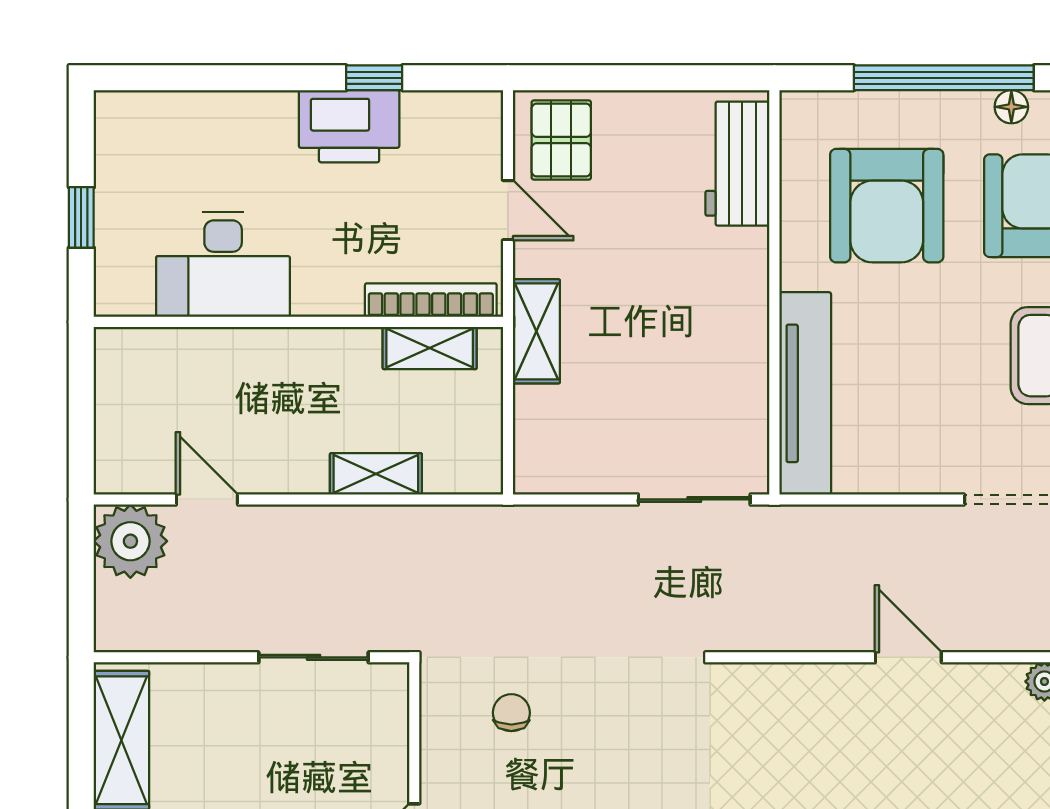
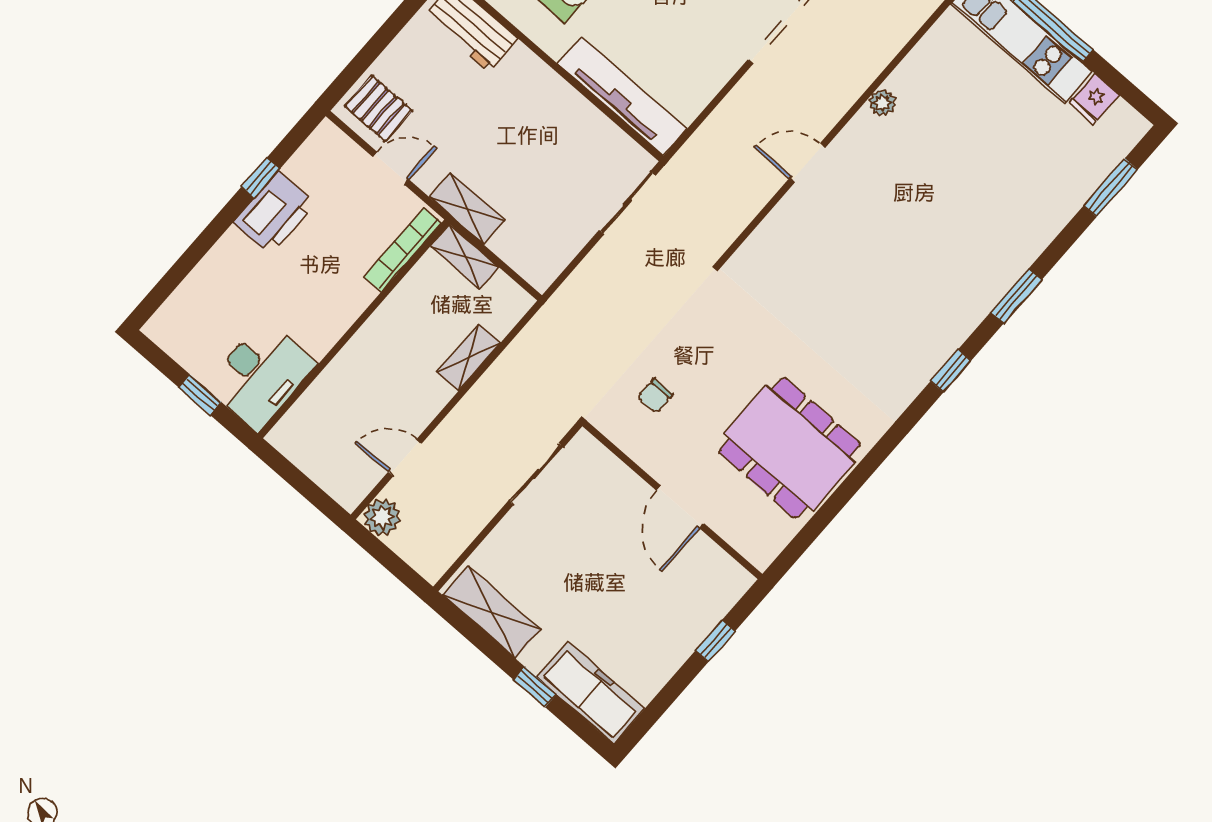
desk: (223, 264) -> (261, 375), moved
shelving: (430, 348) -> (465, 257), moved, turned 90
plant: (130, 541) -> (382, 517), width x0.73, depth x0.73
chair: (511, 713) -> (655, 396), turned -90

